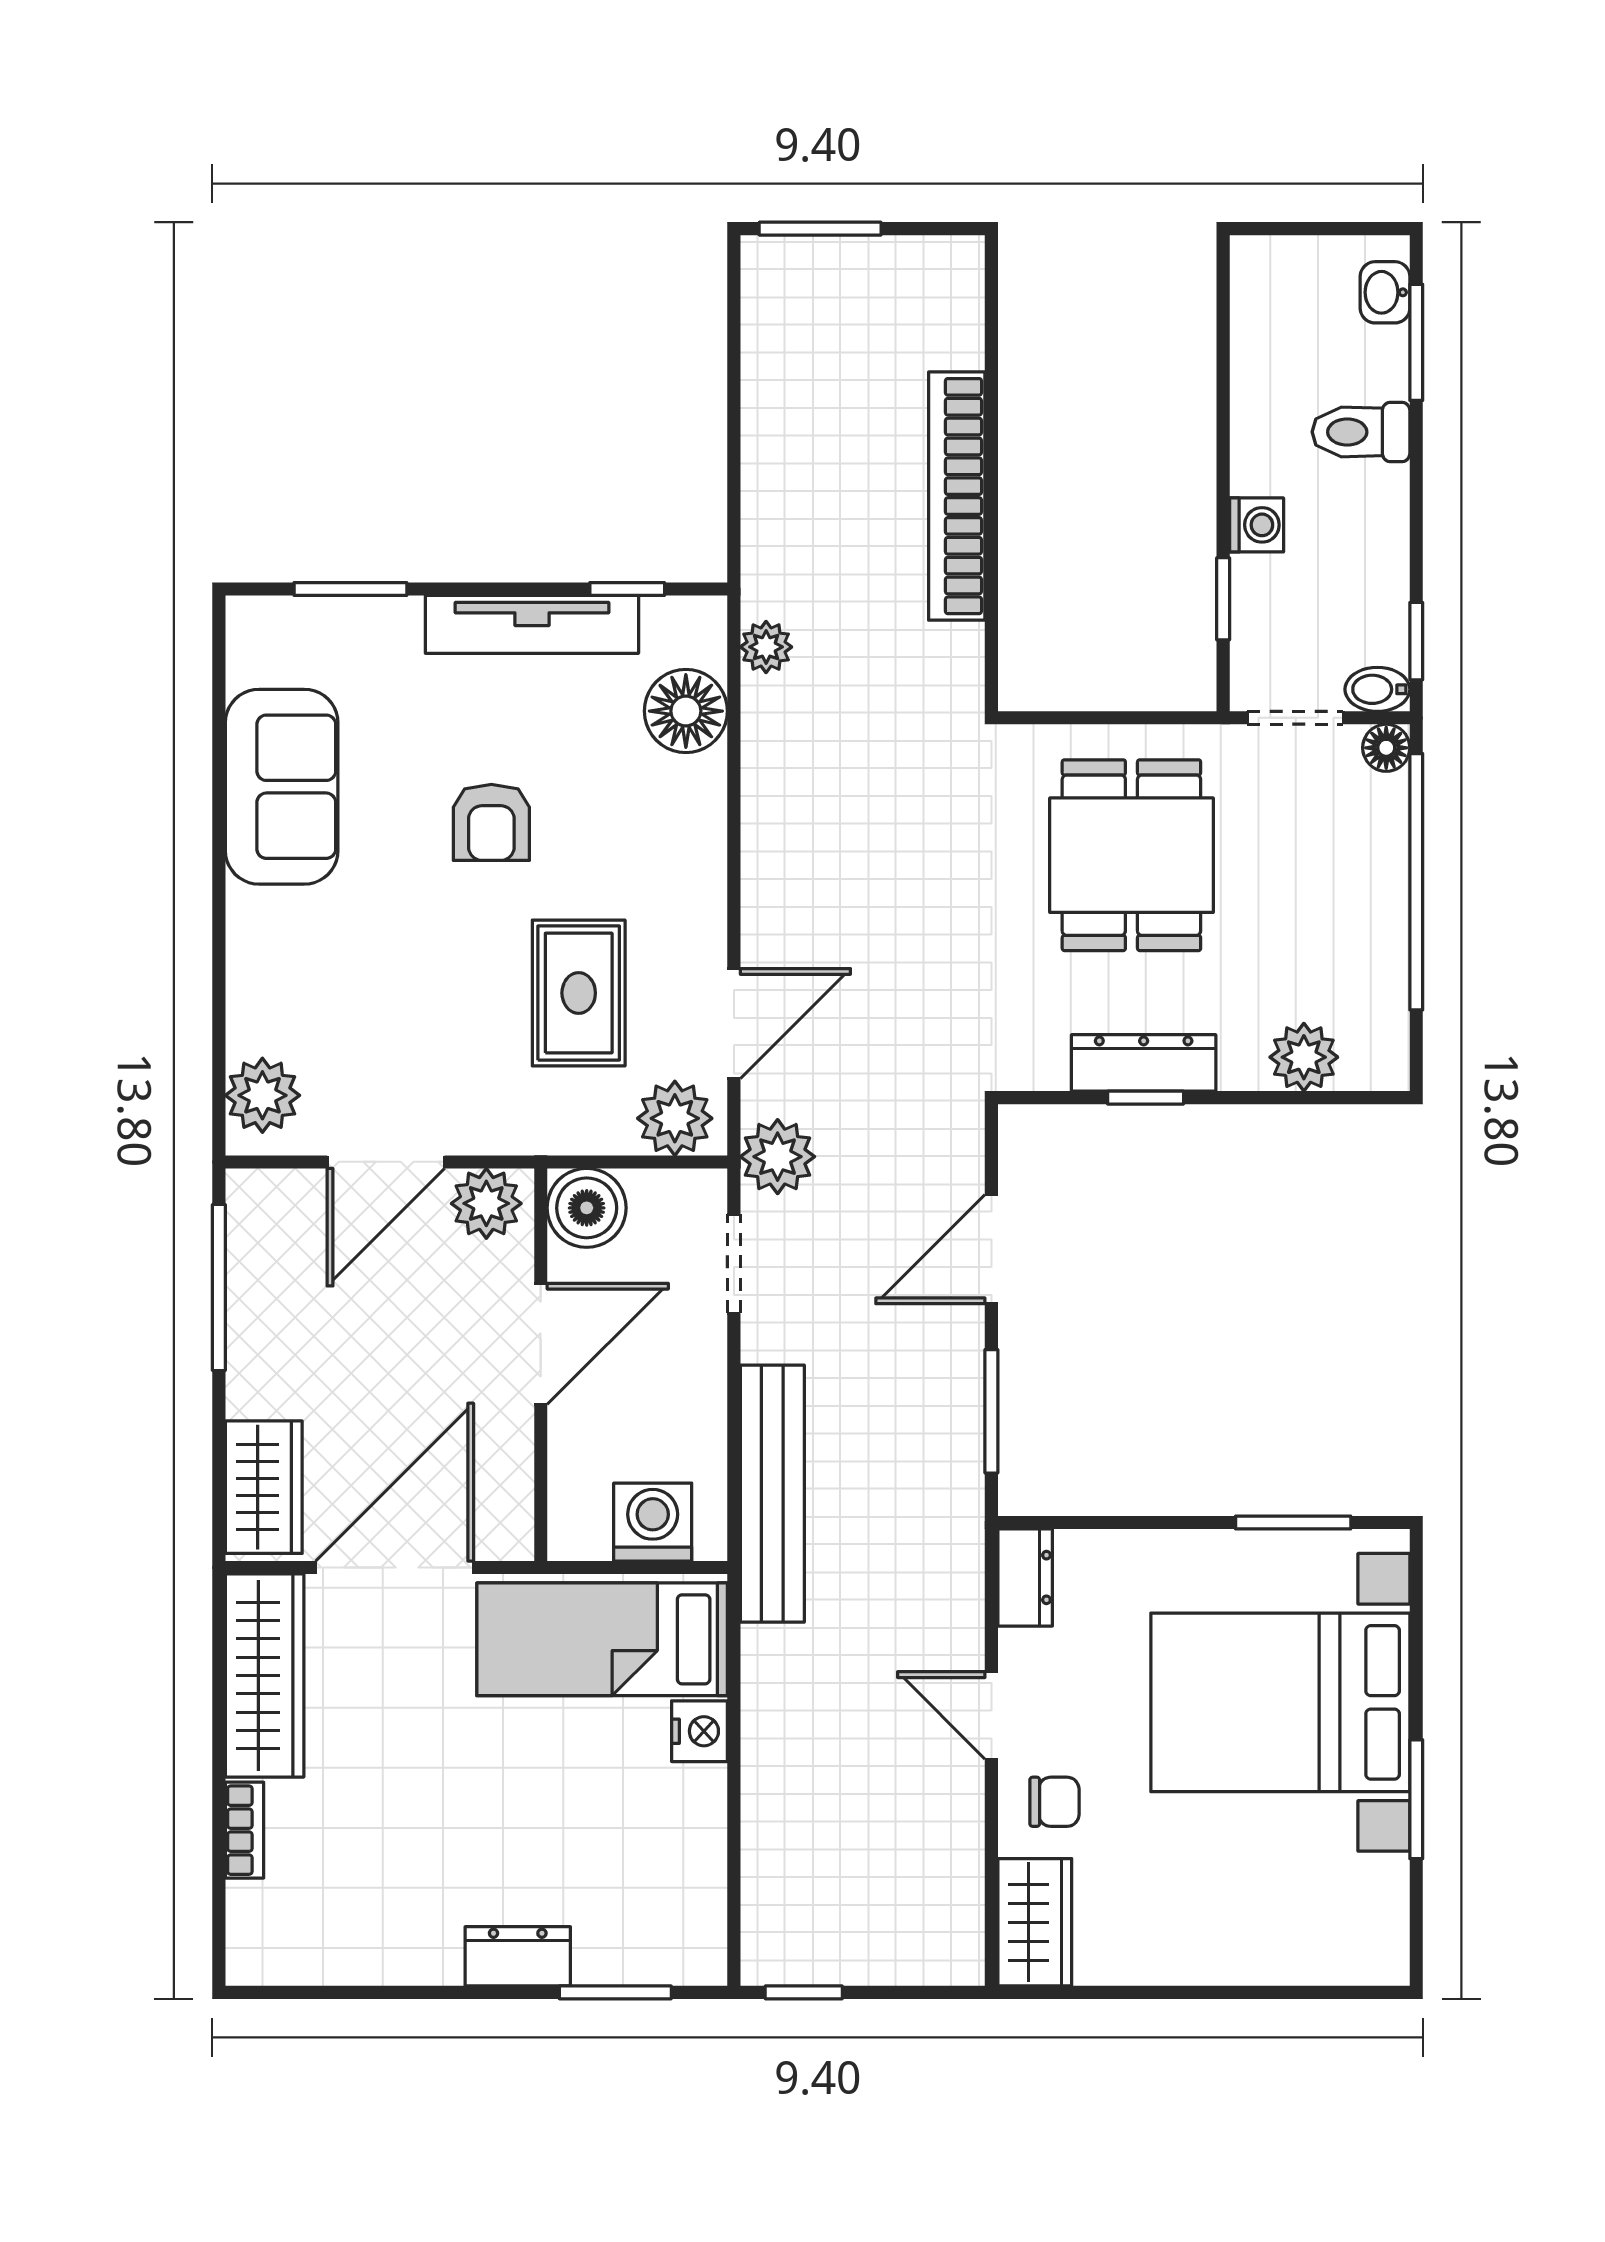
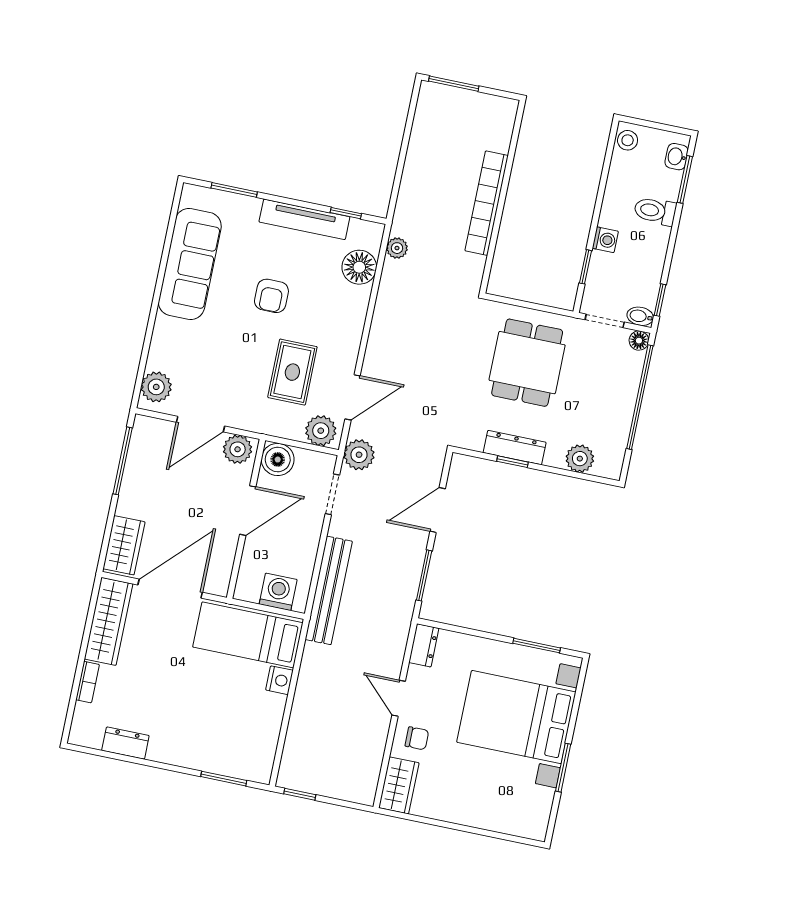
stool: (1261, 278) -> (628, 140), added
sofa: (282, 787) -> (190, 264), width x1.36
dresser: (518, 1956) -> (125, 743), moved

